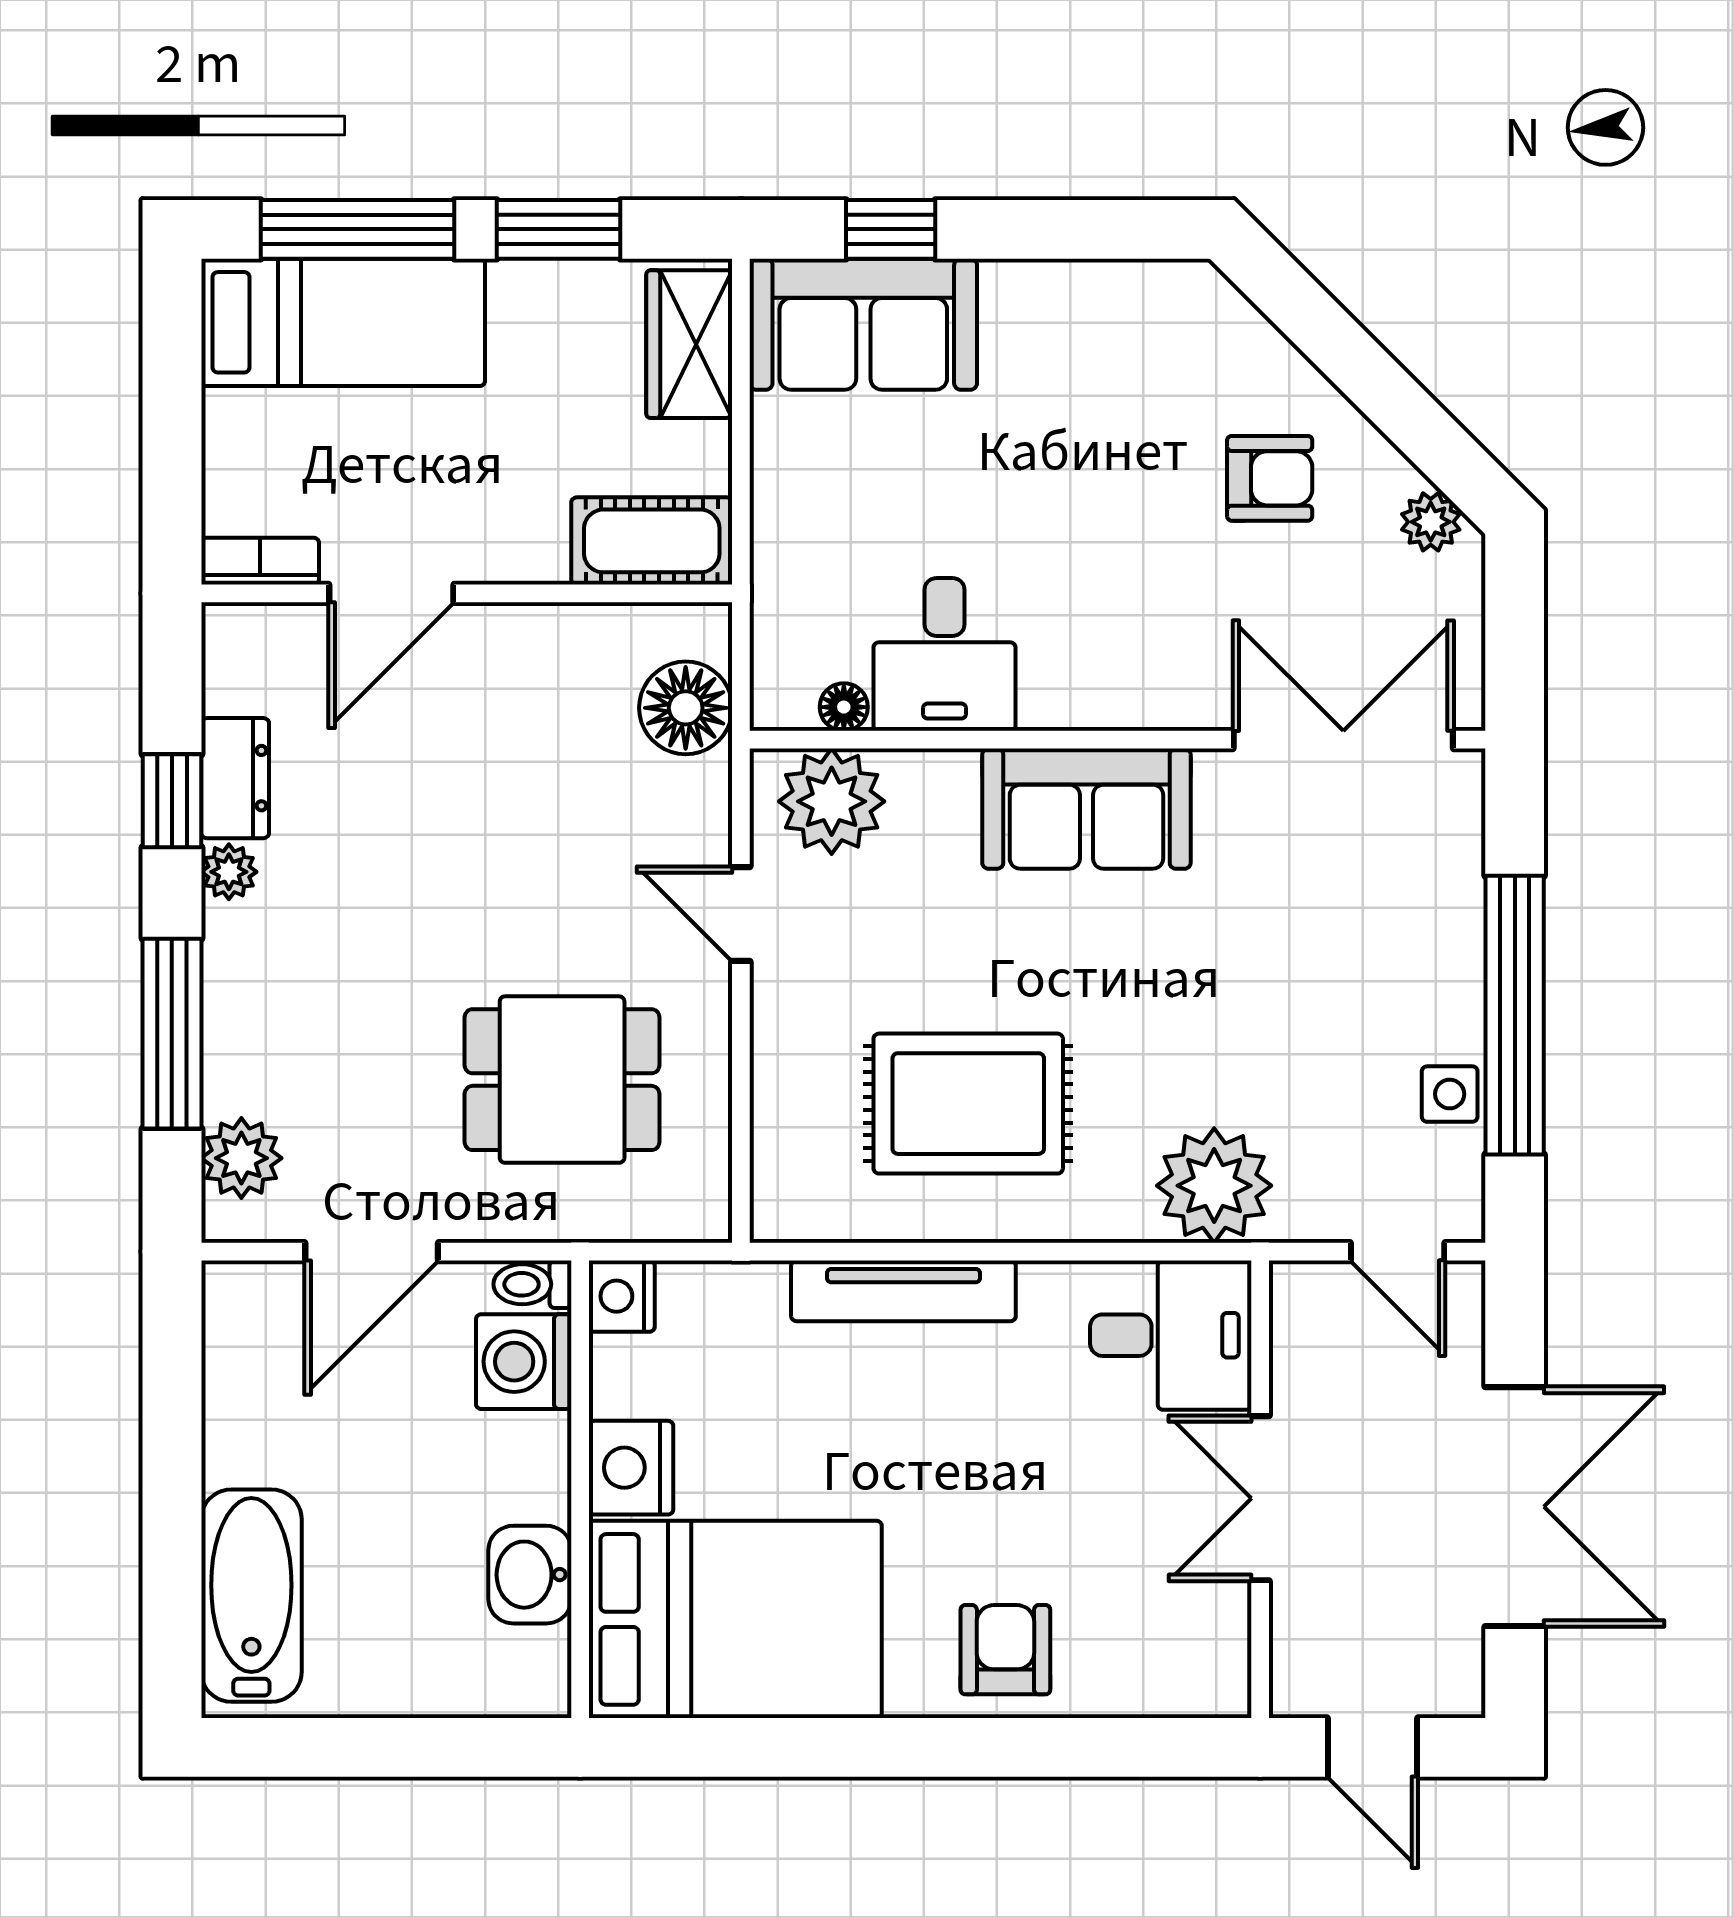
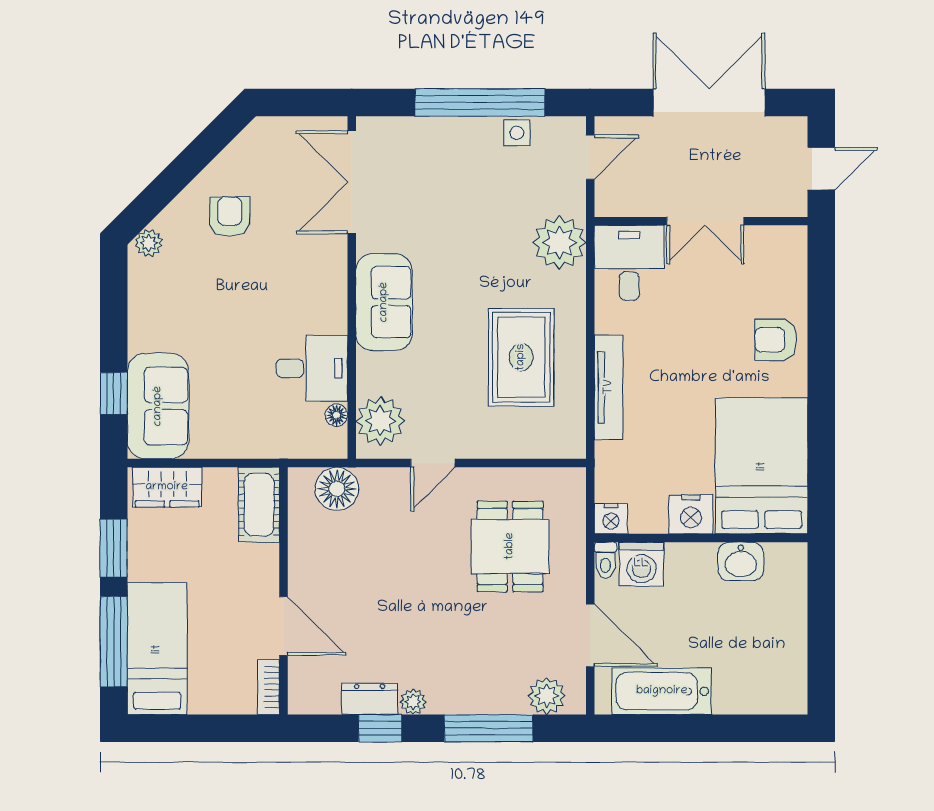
plant: (1431, 522) -> (149, 243), moved
bathtub: (251, 1596) -> (662, 691), moved

